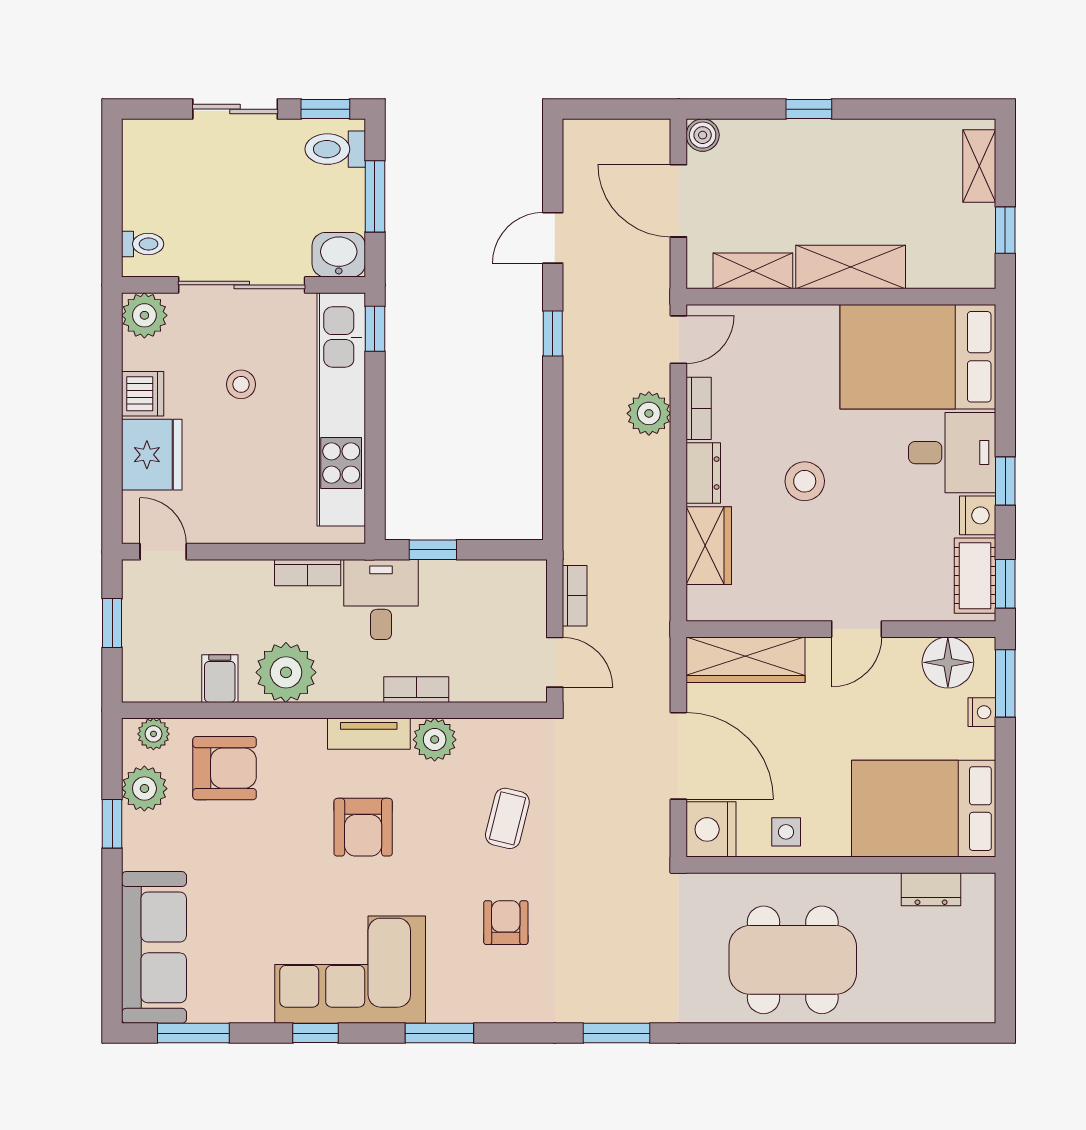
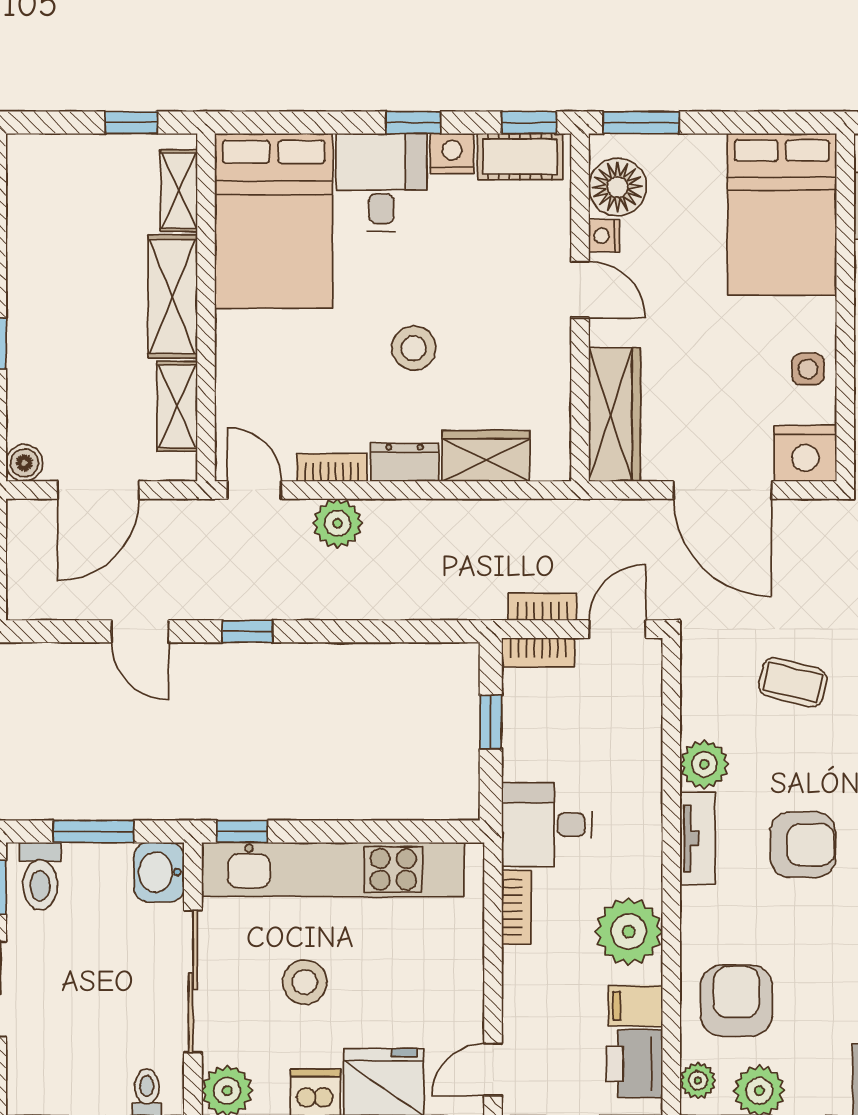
shelving: (979, 166) -> (179, 191), moved, turned 90
stool: (241, 384) -> (305, 982), width x1.37, depth x1.37
window: (433, 550) -> (491, 722), moved
printer: (168, 677) -> (634, 1064), added
bookcase: (416, 690) -> (538, 652), moved, turned -90
nightstand: (982, 712) -> (604, 236), moved, turned -90
door: (678, 756) -> (723, 490), swing flipped

